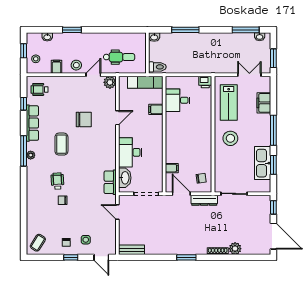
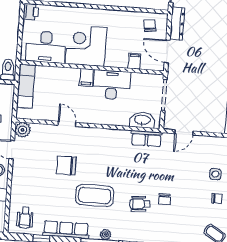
desk: (178, 100) -> (46, 47), width x1.37
filing cabinet: (156, 109) -> (86, 77), moved
chair: (84, 119) -> (66, 166), turned -90
corner desk: (181, 128) -> (86, 46), added
coffee table: (61, 144) -> (95, 195), width x1.36, depth x1.32
desk: (130, 152) -> (112, 85), moved, turned 180
door: (181, 194) -> (167, 51), hinge flipped

